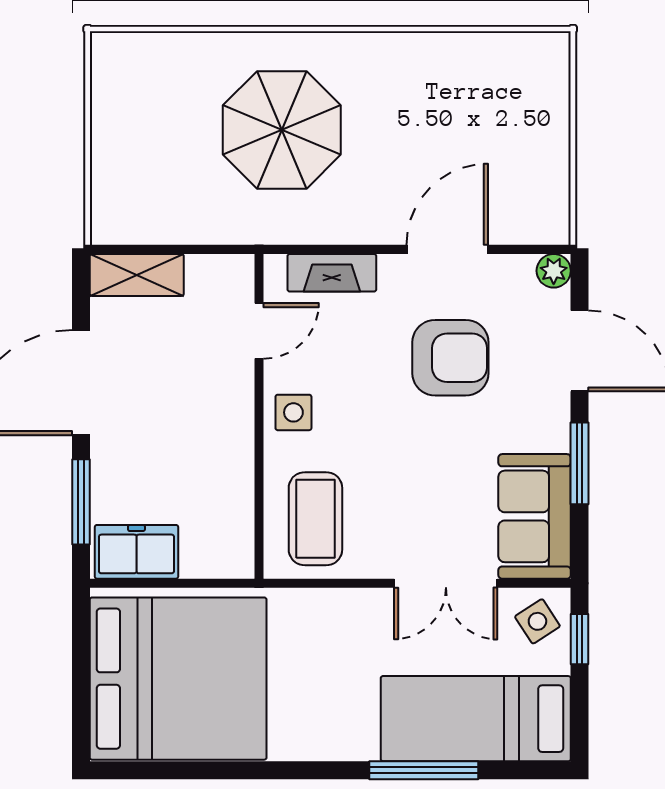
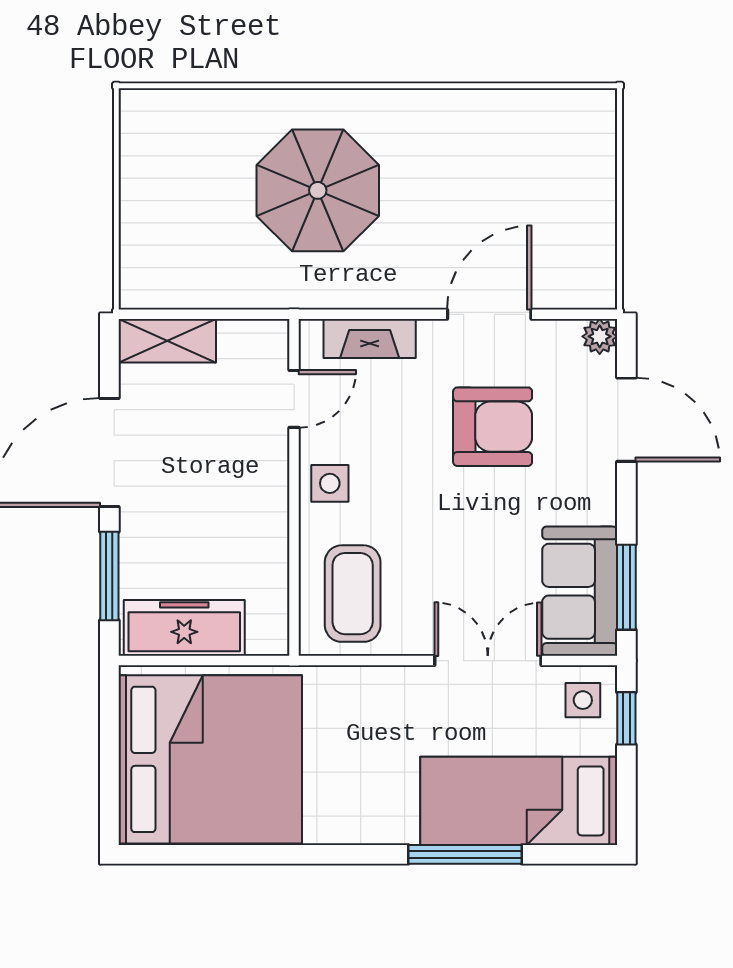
window: (580, 463) -> (626, 587), moved
freezer: (136, 552) -> (184, 628), width x1.40
double door: (446, 583) -> (488, 661), swing flipped
side table: (537, 621) -> (583, 700), turned 33

